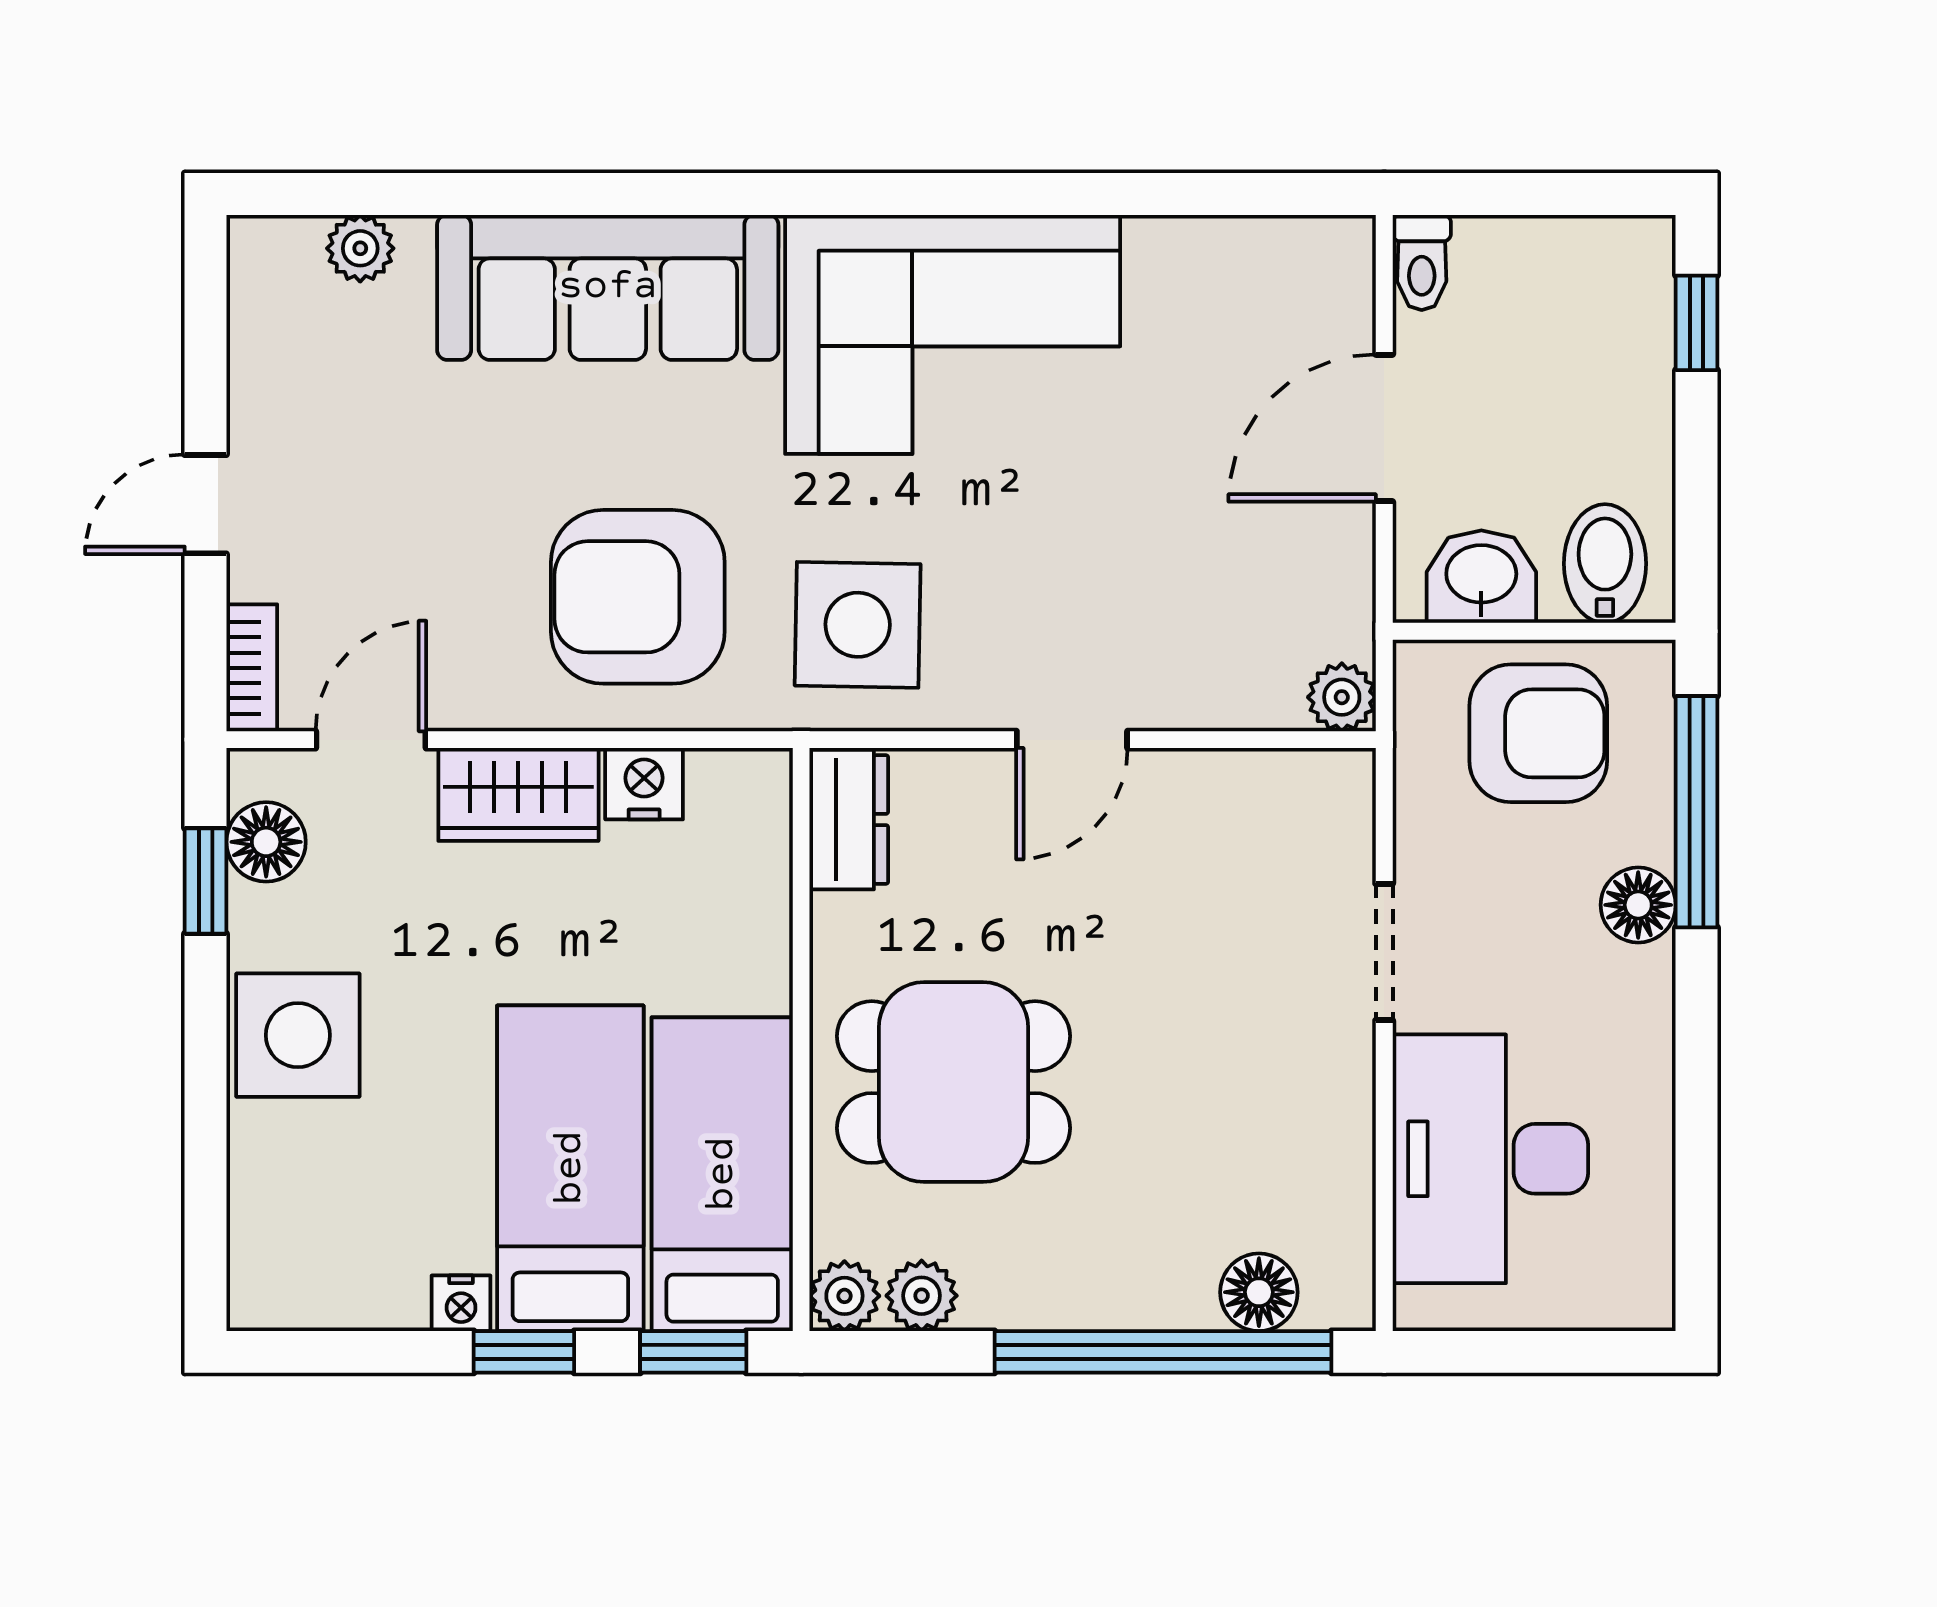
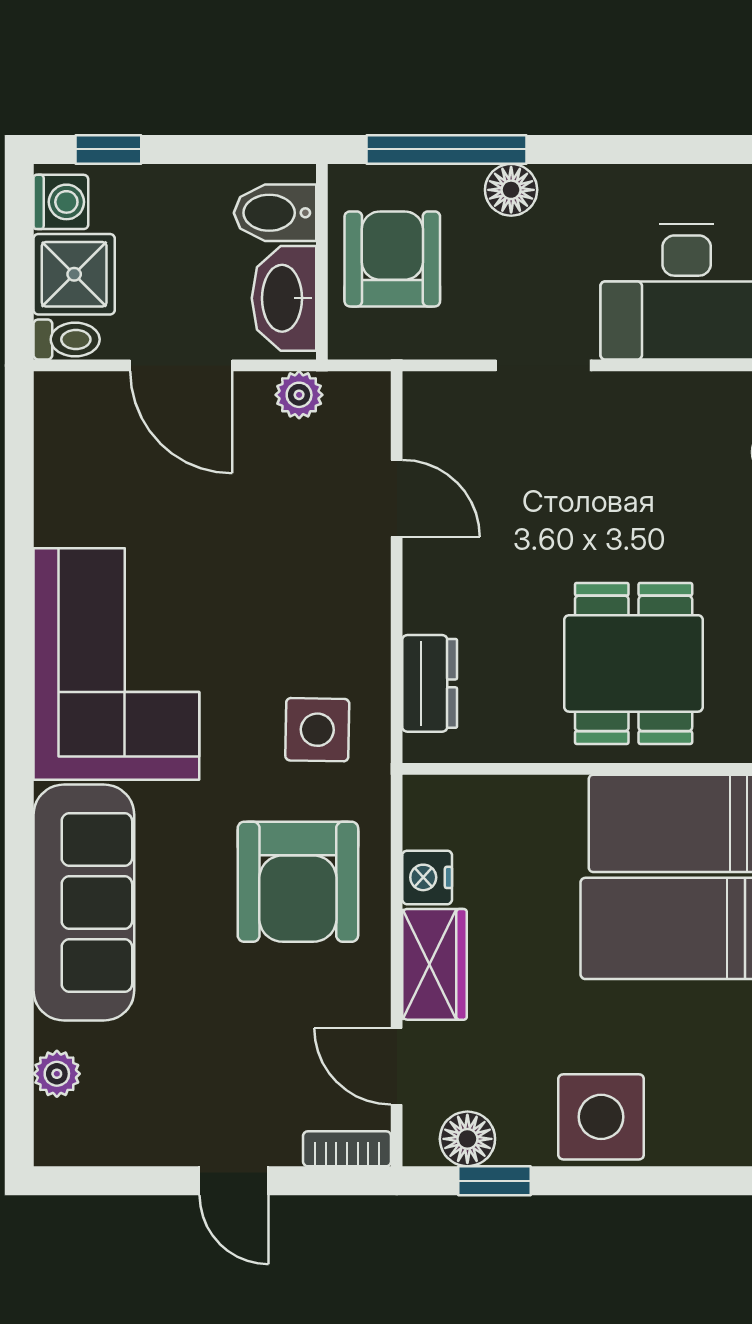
washing machine: (1621, 254) -> (61, 202), added
shower: (1516, 273) -> (74, 274), added
washbasin: (1481, 577) -> (284, 298), width x1.38
side table: (858, 625) -> (317, 730), width x0.73, depth x0.73
plant: (1342, 697) -> (299, 395), moved
door: (1072, 740) -> (397, 498), moved
dresser: (849, 819) -> (430, 683), moved, turned 90

